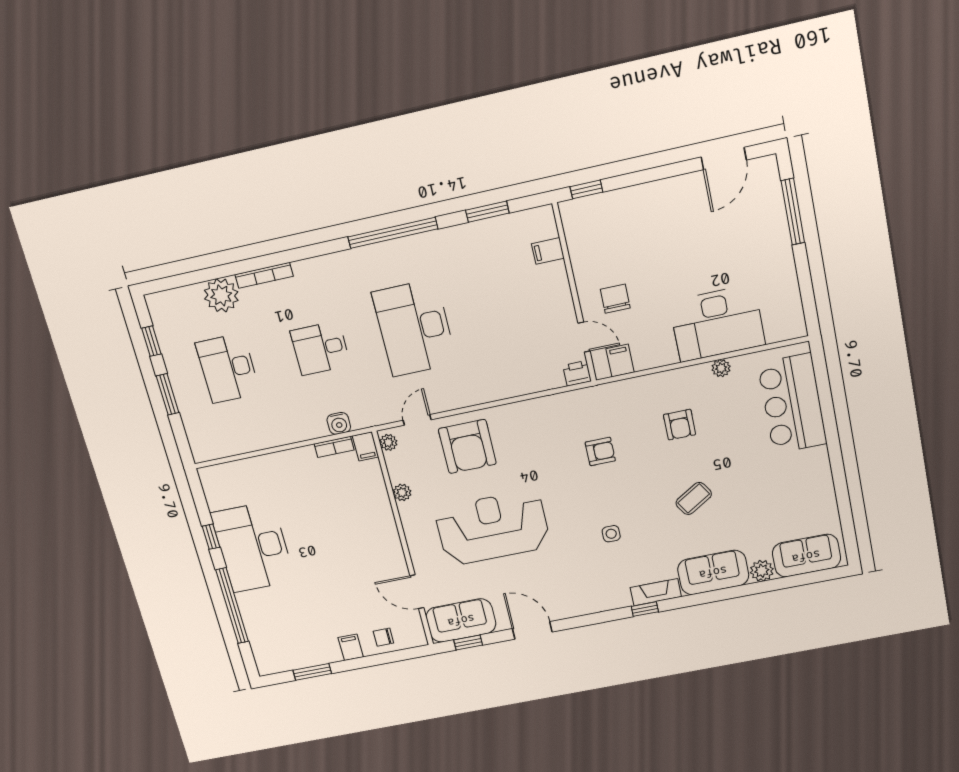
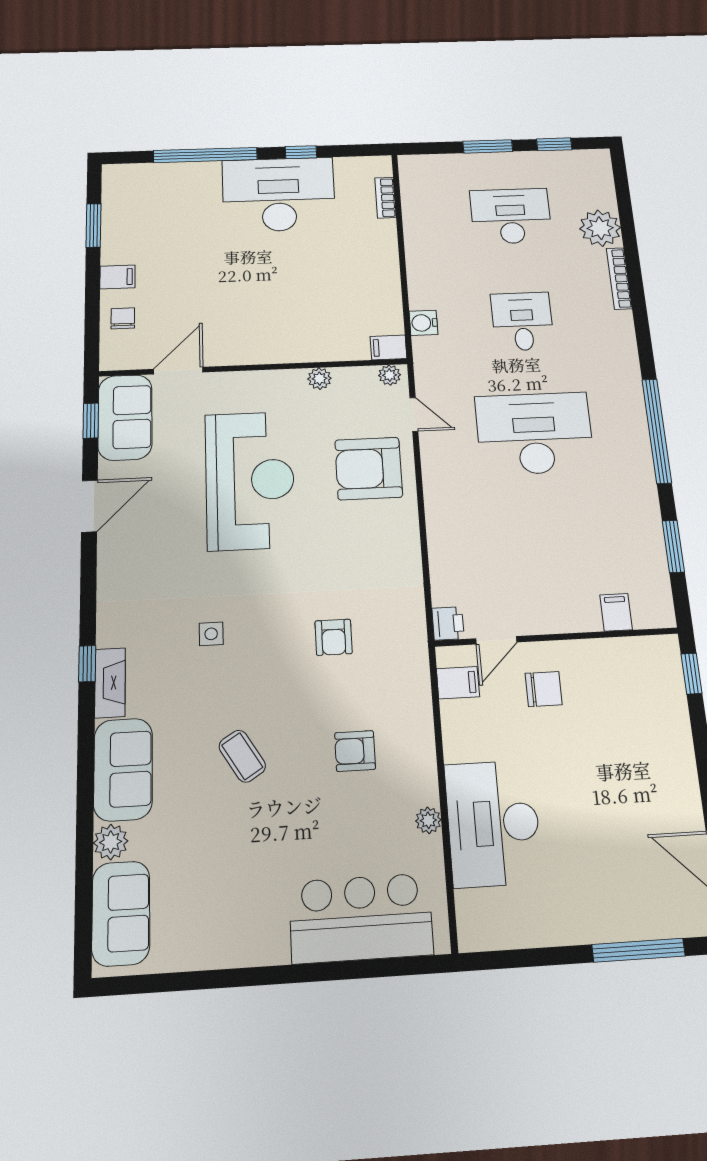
bookcase: (334, 447) -> (385, 198), moved

